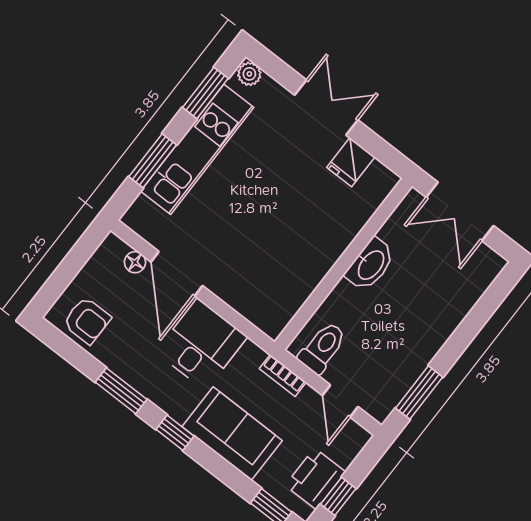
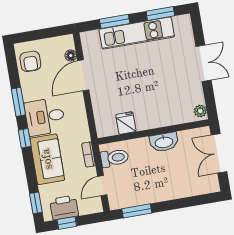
plant: (249, 74) -> (200, 111), moved
fridge: (351, 162) -> (126, 123), moved, turned 90
desk: (201, 344) -> (45, 117), moved, turned 180

